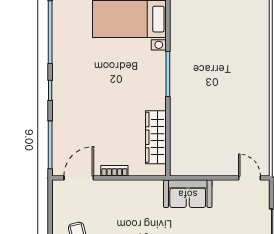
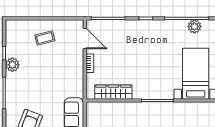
plant: (62, 21) -> (194, 26), added

